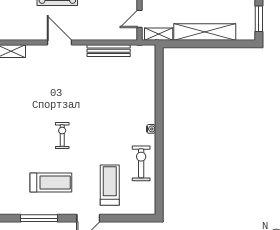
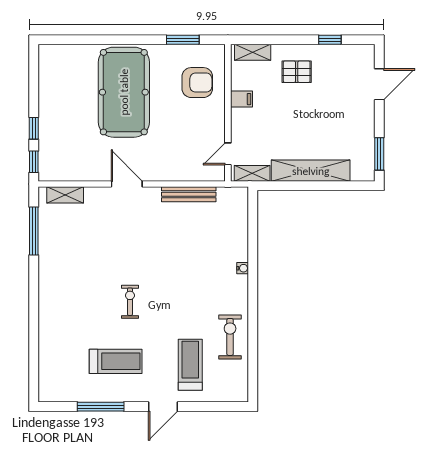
water cooler: (151, 129) -> (243, 268), moved

